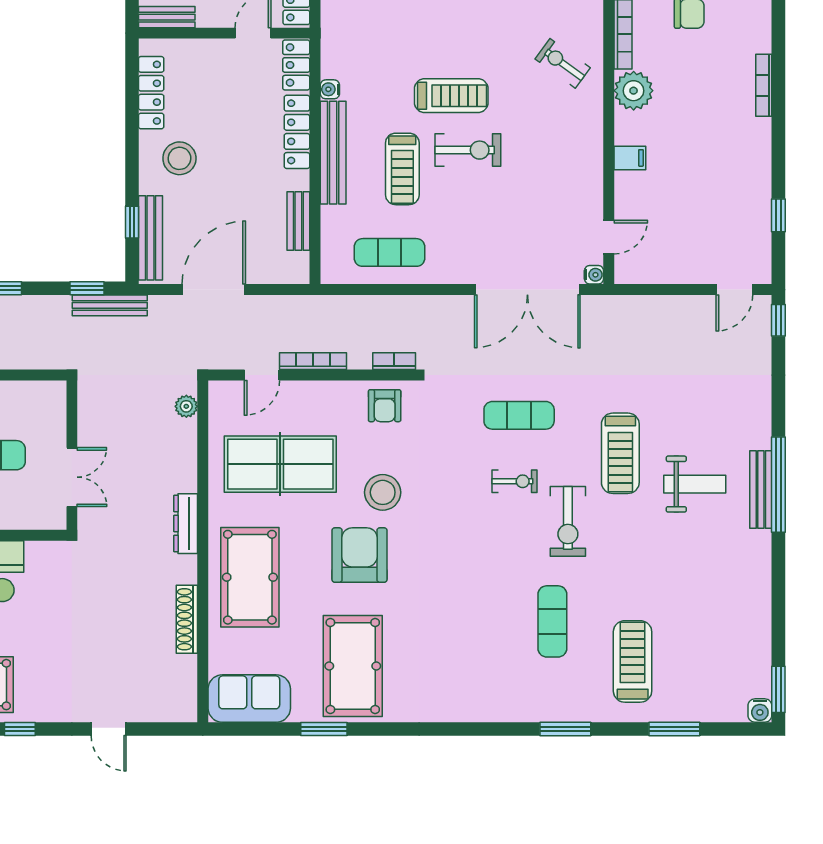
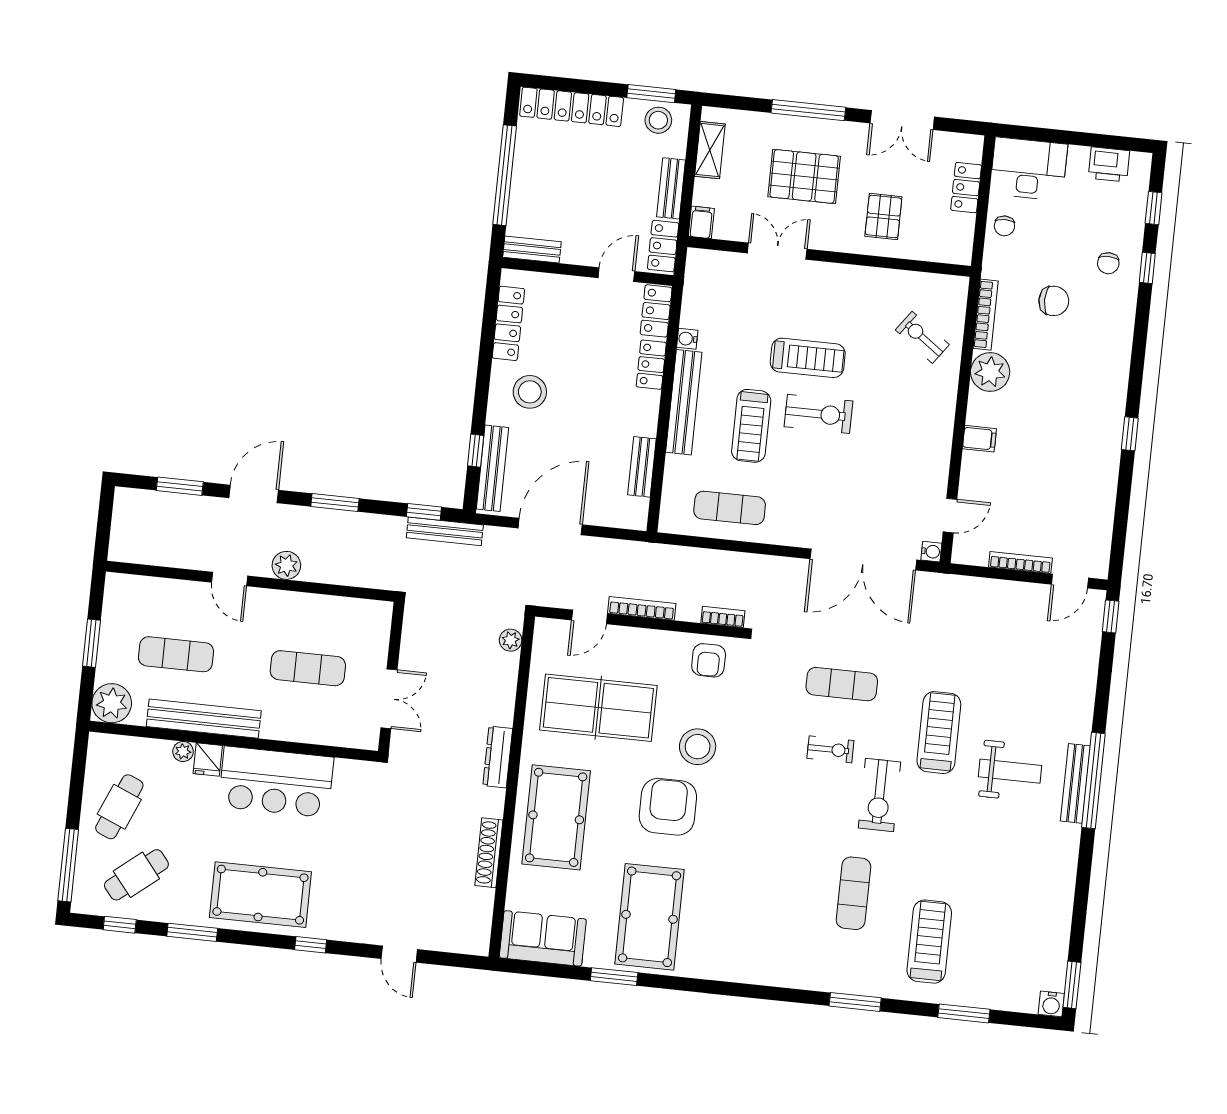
bookcase: (764, 85) -> (1020, 562), moved, turned 90
locker: (297, 132) -> (651, 365), width x0.66
window: (778, 215) -> (1130, 434), moved
treadmill: (620, 453) -> (939, 733), turned 180

